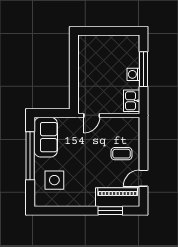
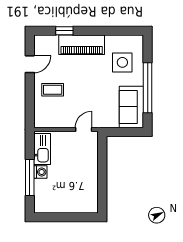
kitchen sink: (132, 101) -> (42, 149), width x1.38
piano: (118, 197) -> (82, 45), moved
window: (110, 211) -> (64, 31), width x0.67

